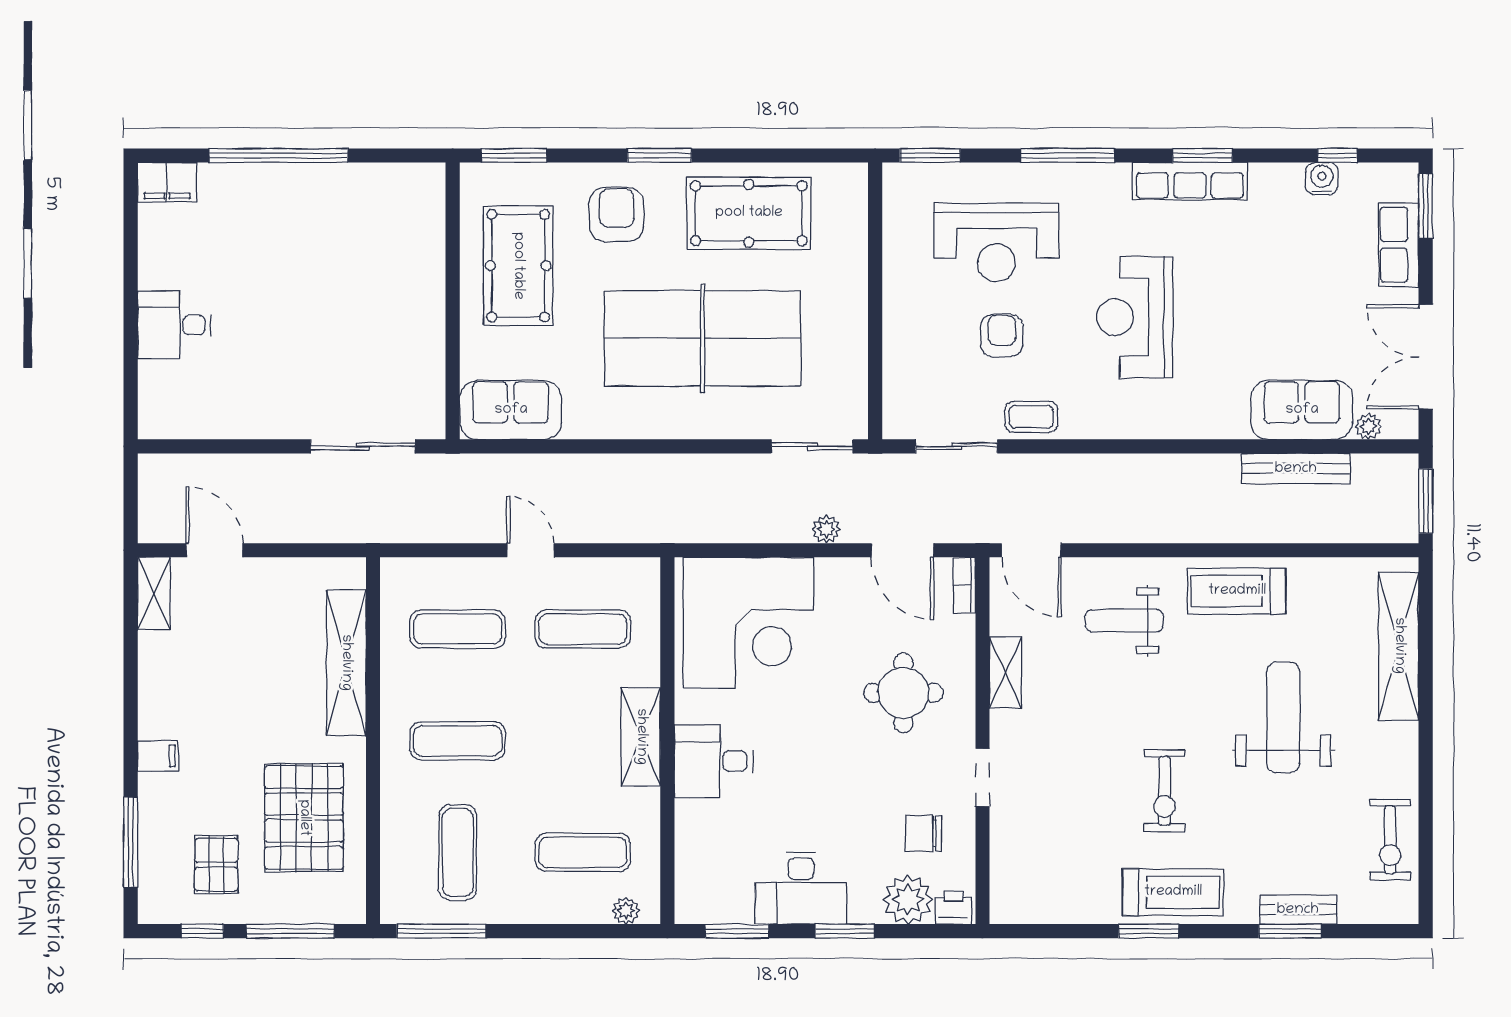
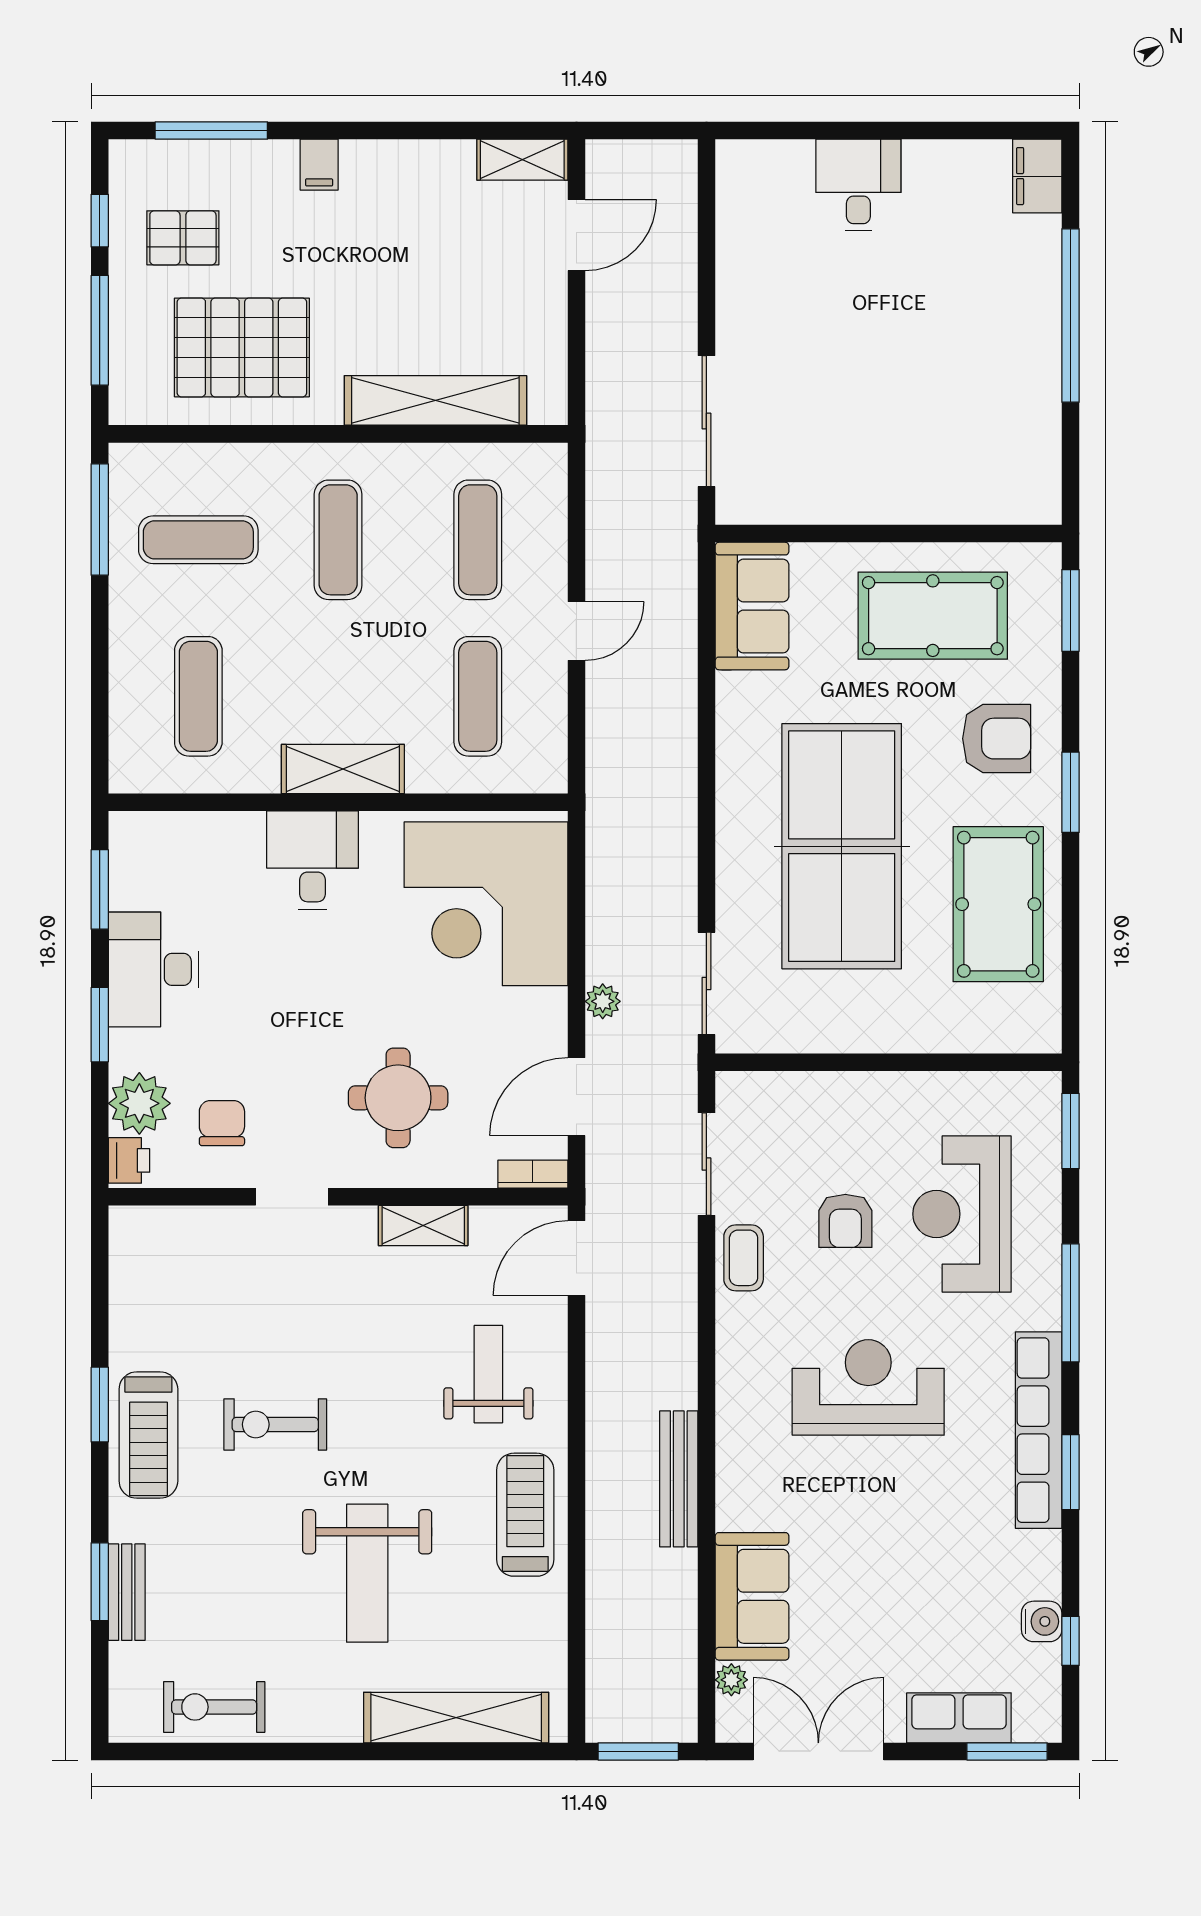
row of seats: (1190, 181) -> (1039, 1430), width x1.36
armchair: (1002, 335) -> (845, 1221), turned 90
bench: (1296, 469) -> (679, 1479), moved
weight bench: (1283, 717) -> (367, 1573), turned 90
plant: (626, 911) -> (125, 750), removed

